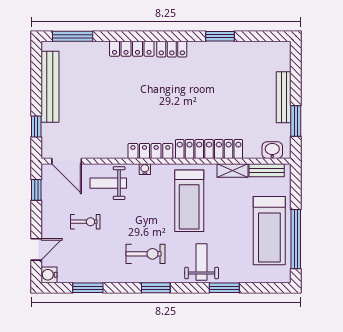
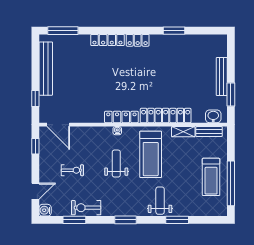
weight bench: (108, 183) -> (116, 164), moved, turned 90
treadmill: (269, 231) -> (211, 177), width x0.73, depth x0.73
exercise bike: (145, 254) -> (86, 208), moved, turned 180

